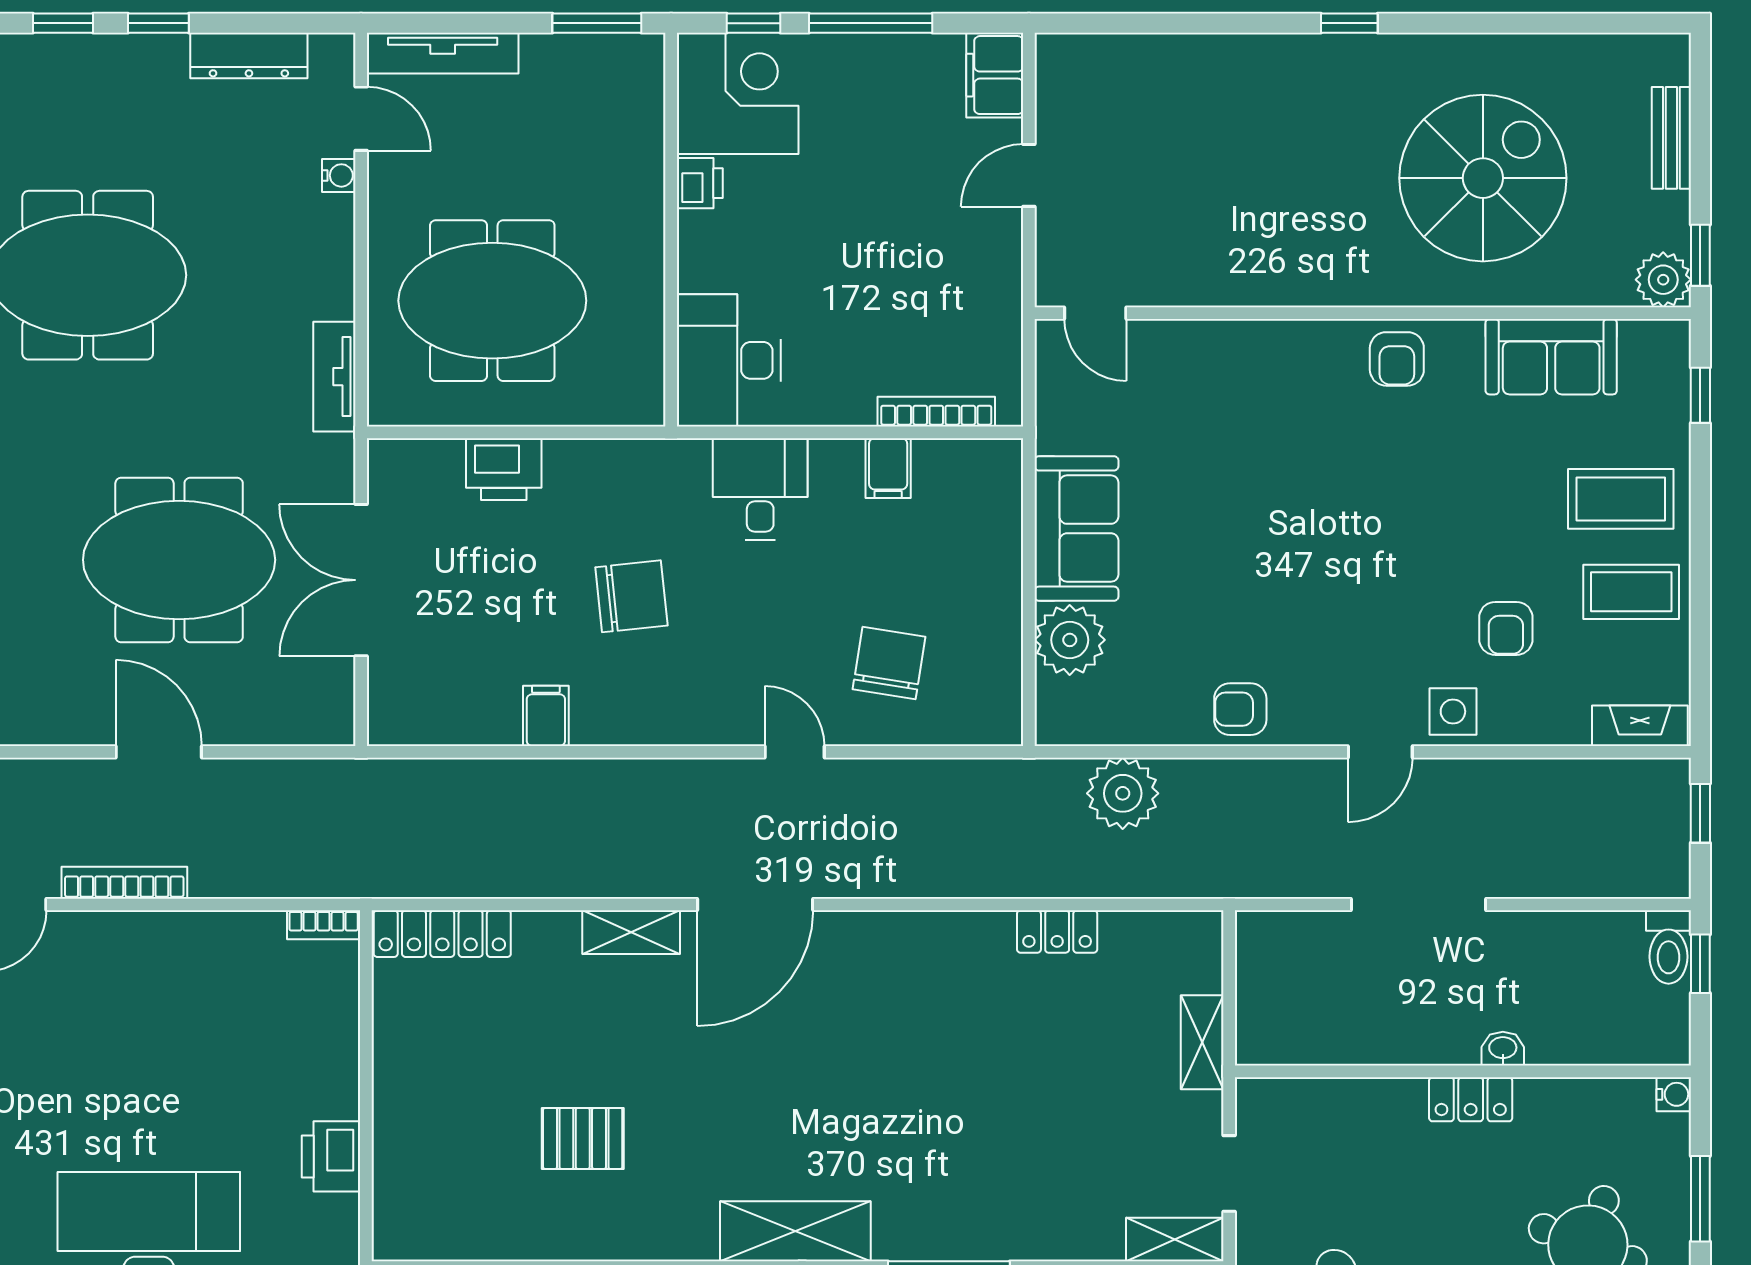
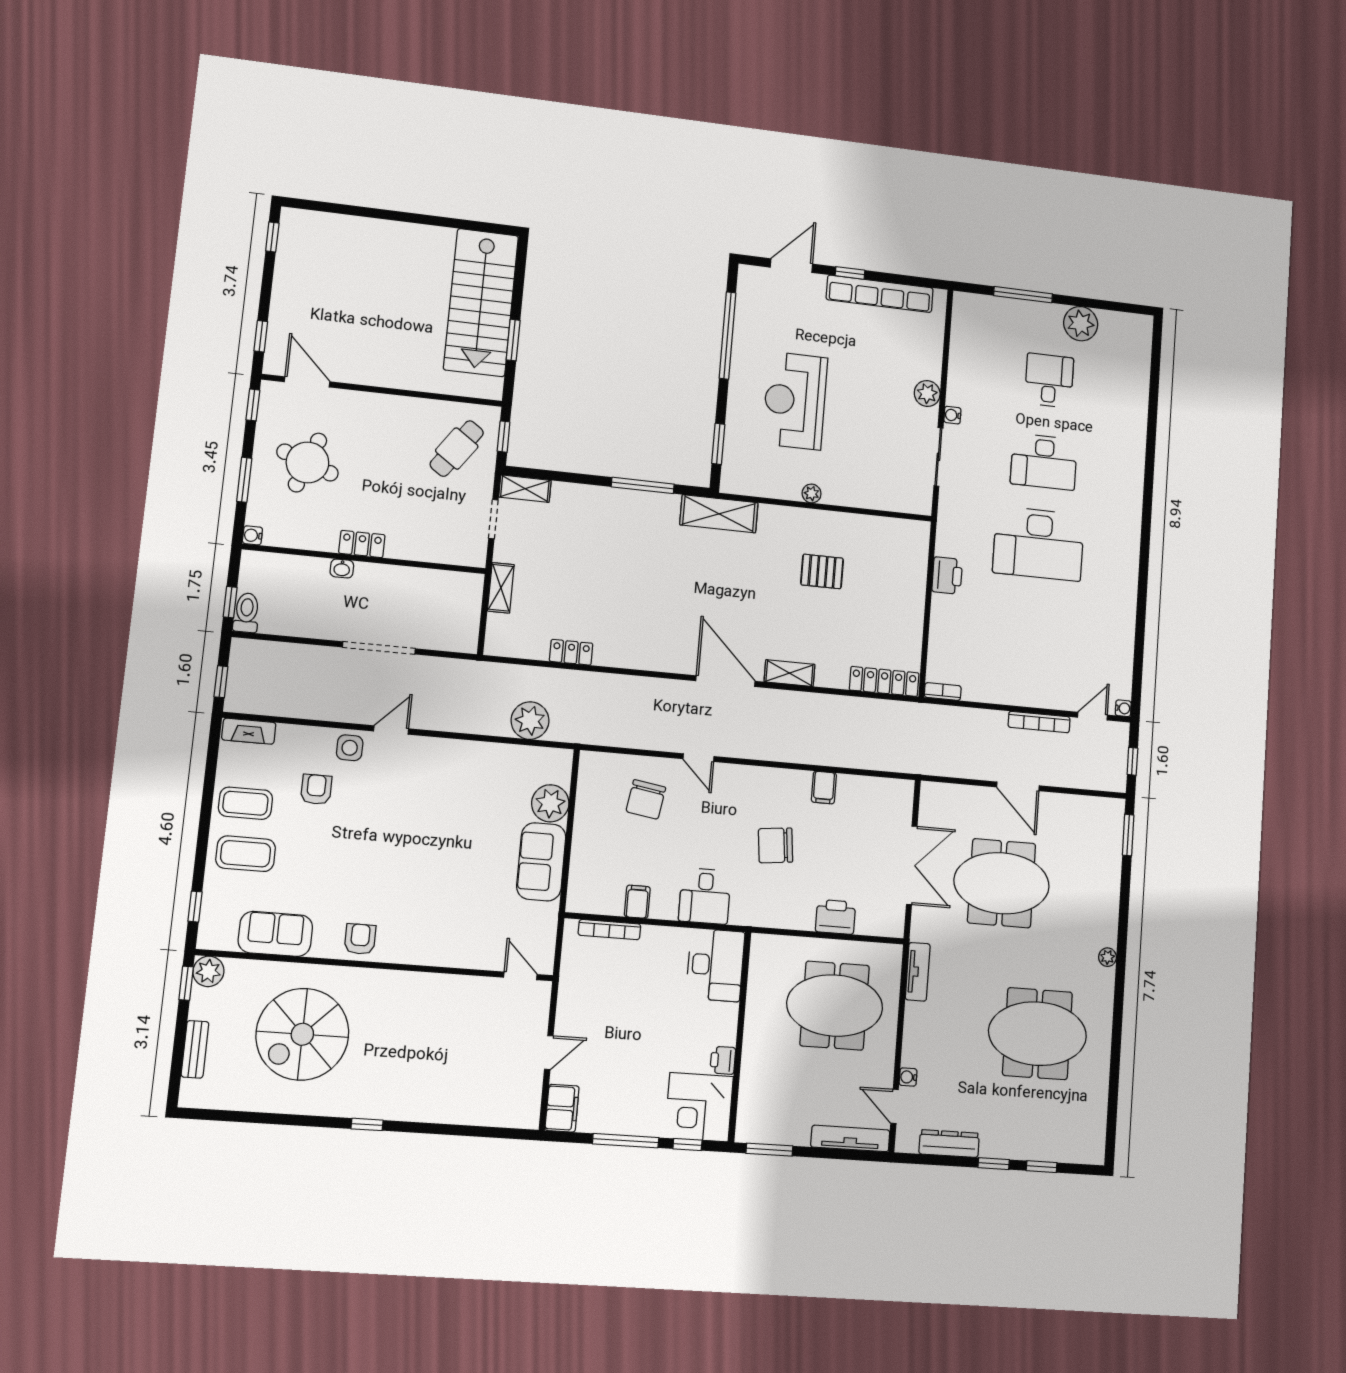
armchair: (1240, 709) -> (464, 759), removed
door: (755, 904) -> (725, 681), hinge flipped

